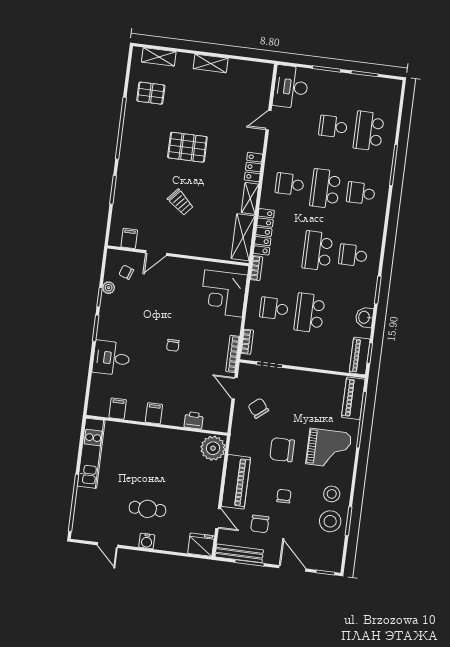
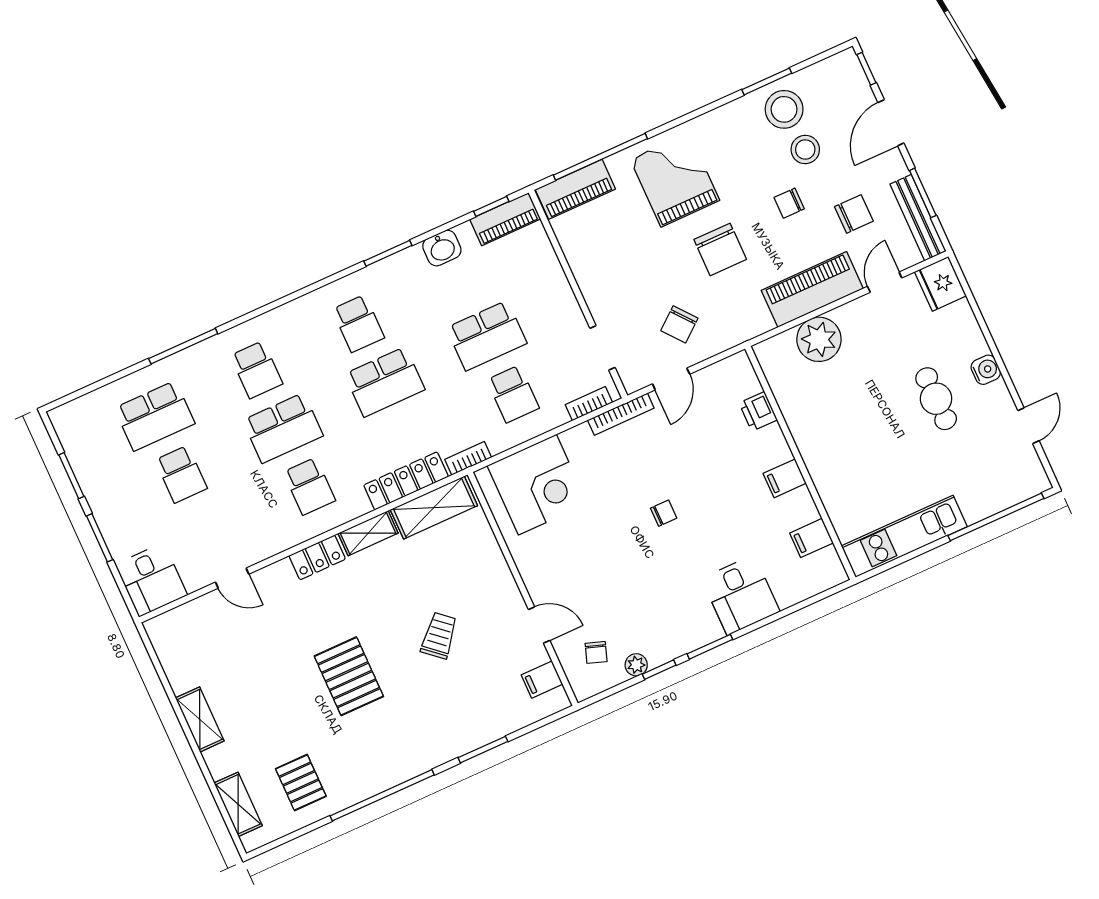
desk: (291, 87) -> (151, 580), width x0.73
plant: (213, 448) -> (819, 339), moved
stool: (332, 494) -> (805, 150), moved

